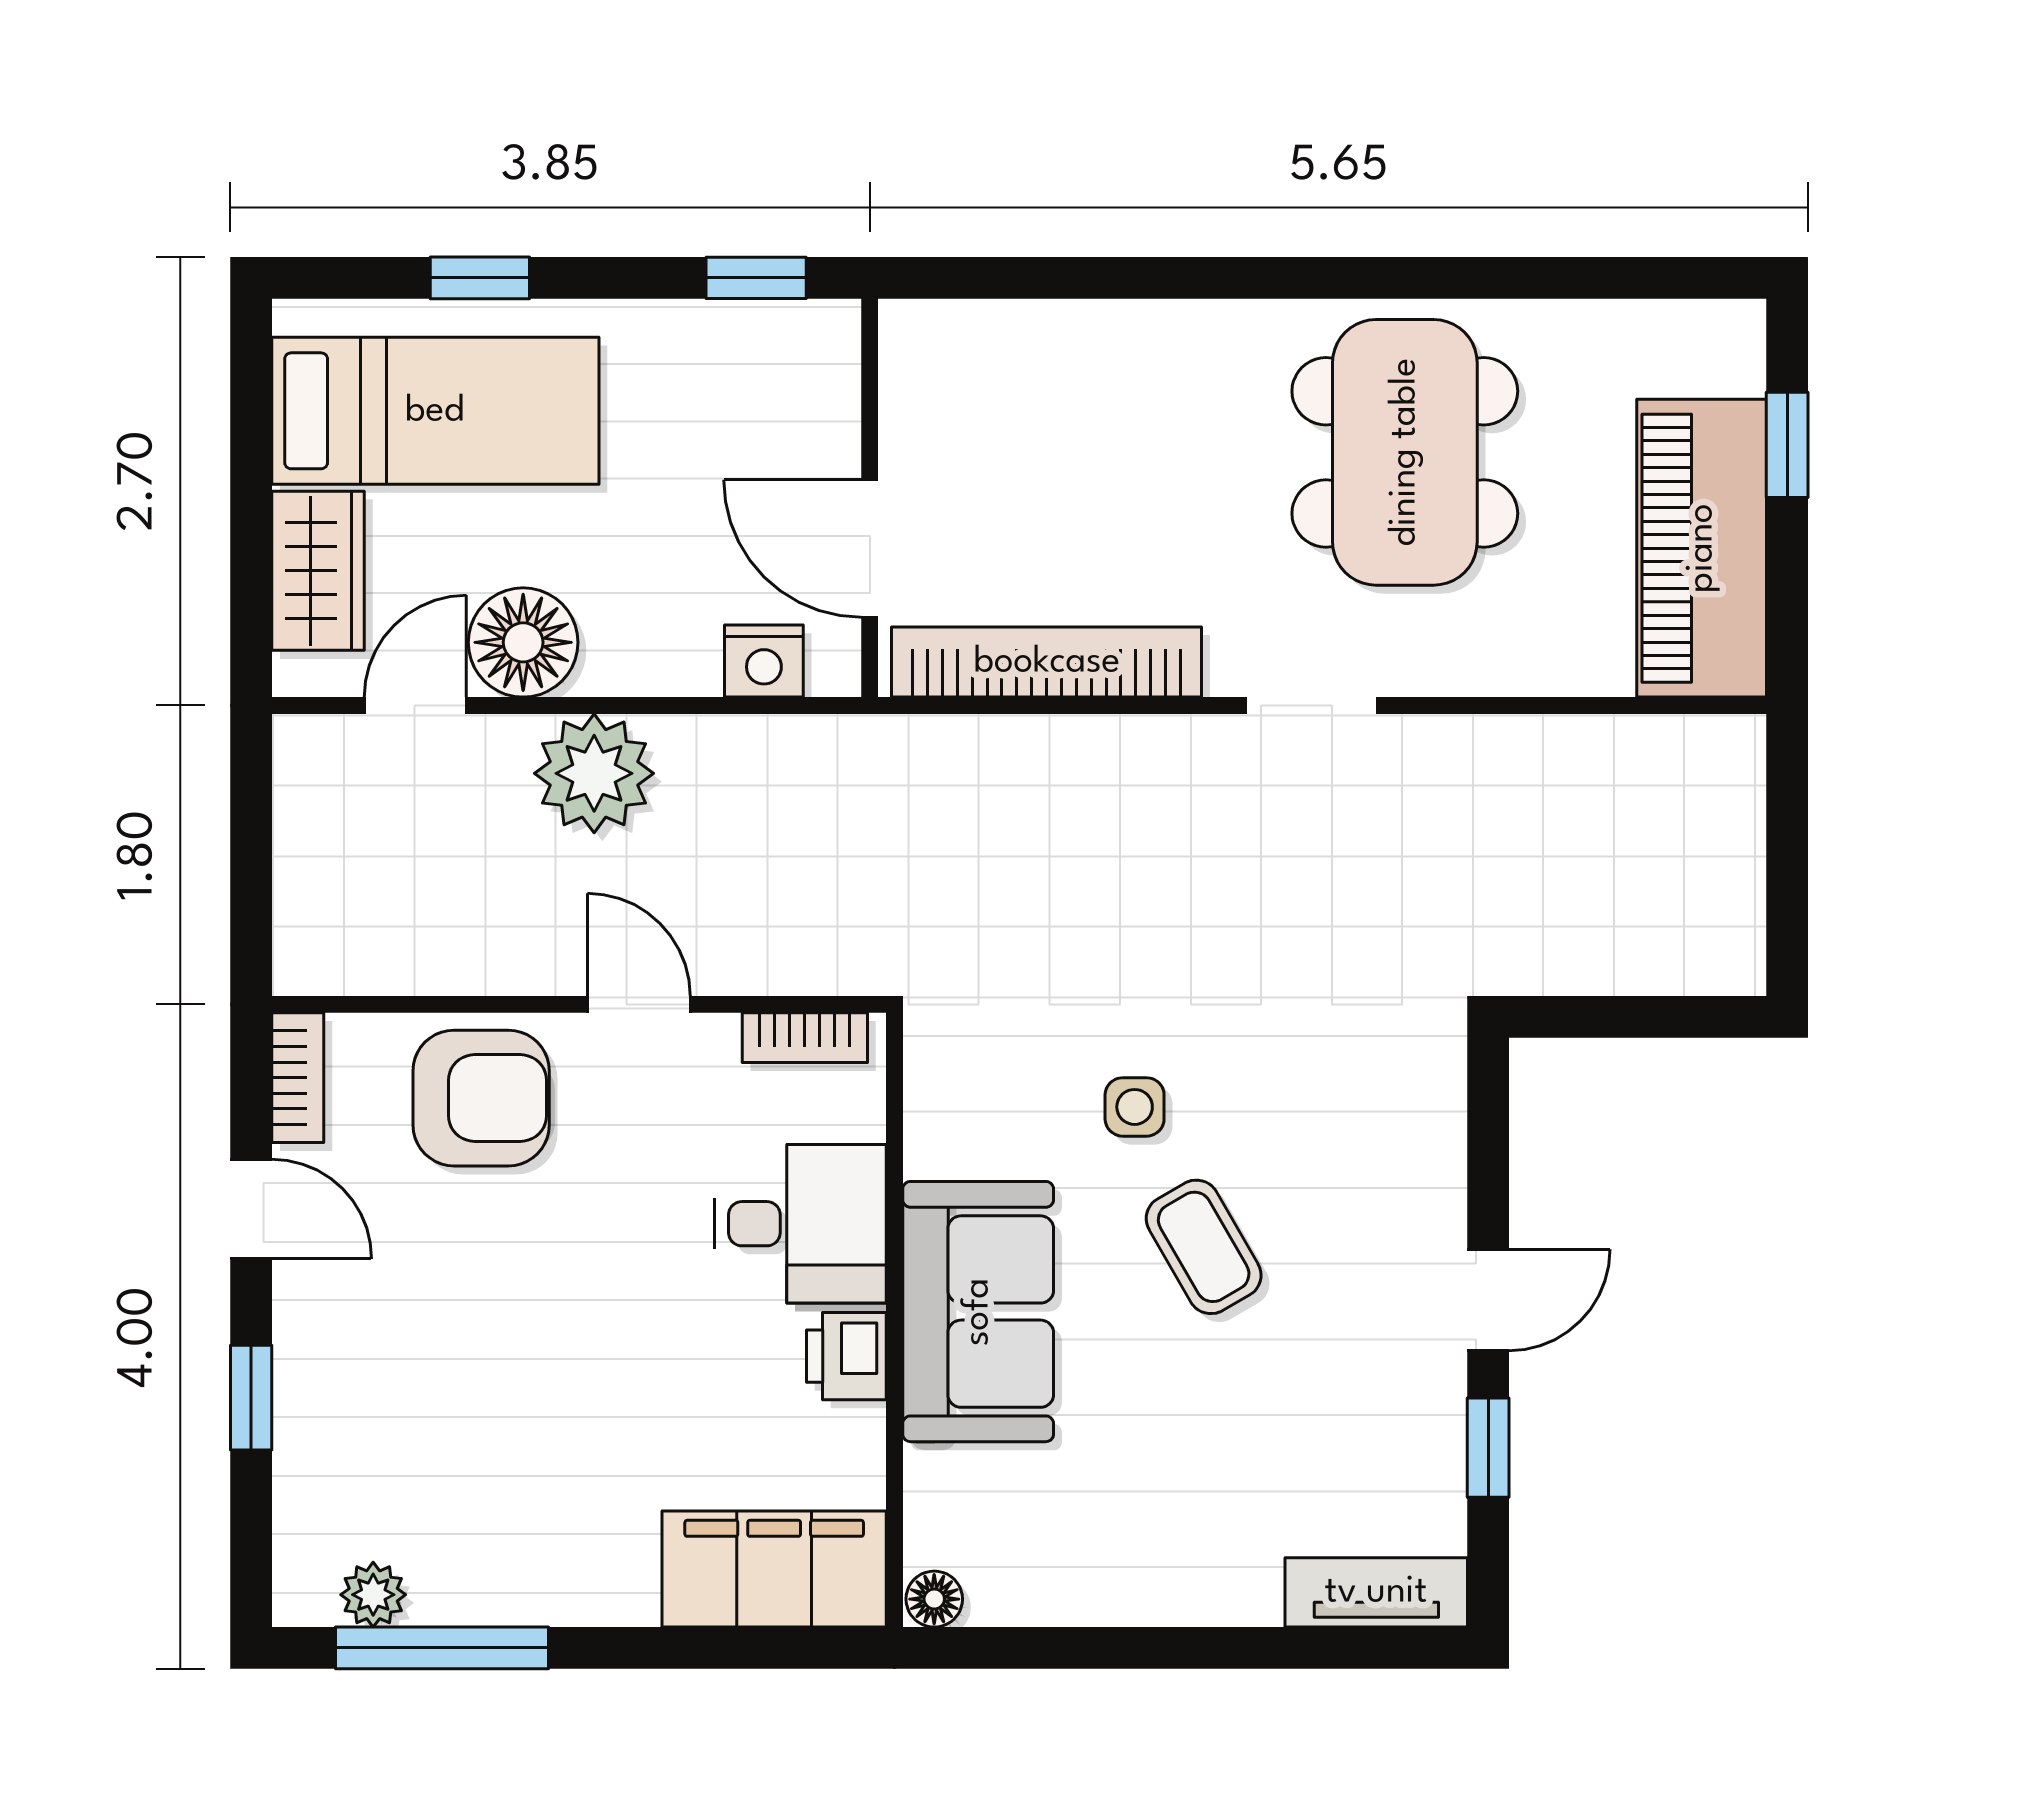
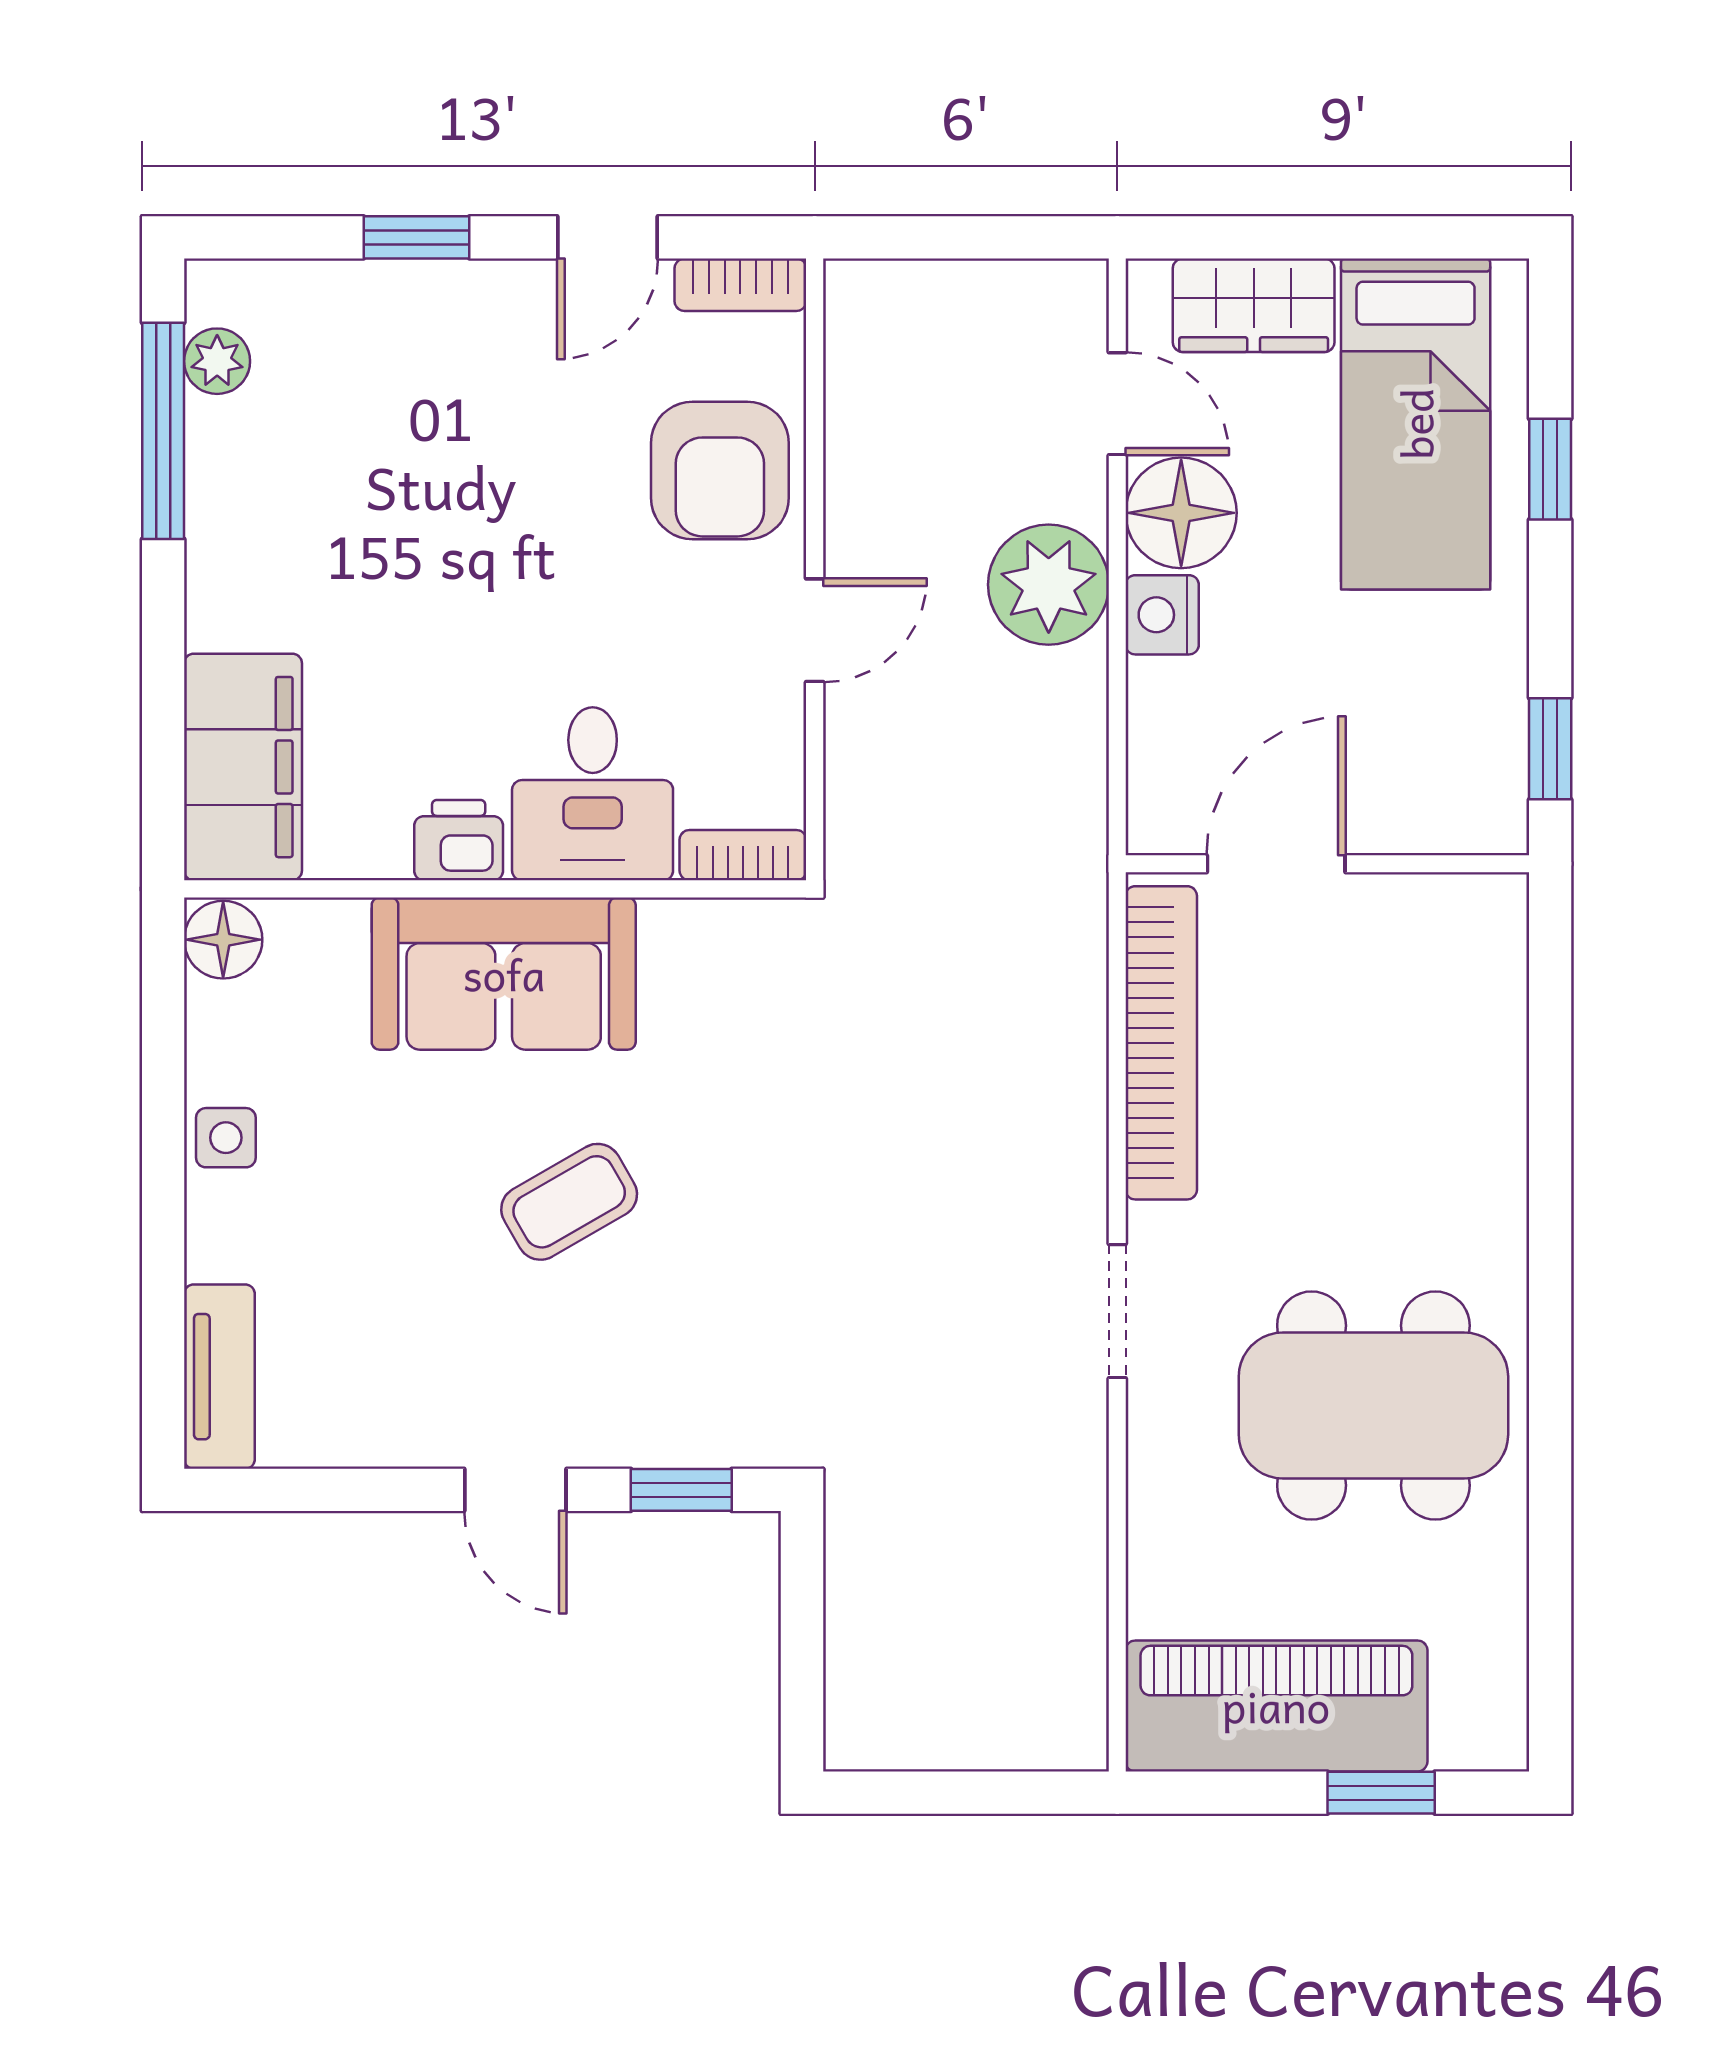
nightstand: (764, 661) -> (1162, 615), moved
bookcase: (805, 1038) -> (743, 855), moved, turned 90
side table: (1135, 1107) -> (226, 1138), moved
window: (1488, 1448) -> (681, 1490), moved
floor lamp: (934, 1599) -> (223, 940), width x1.37, depth x1.37

